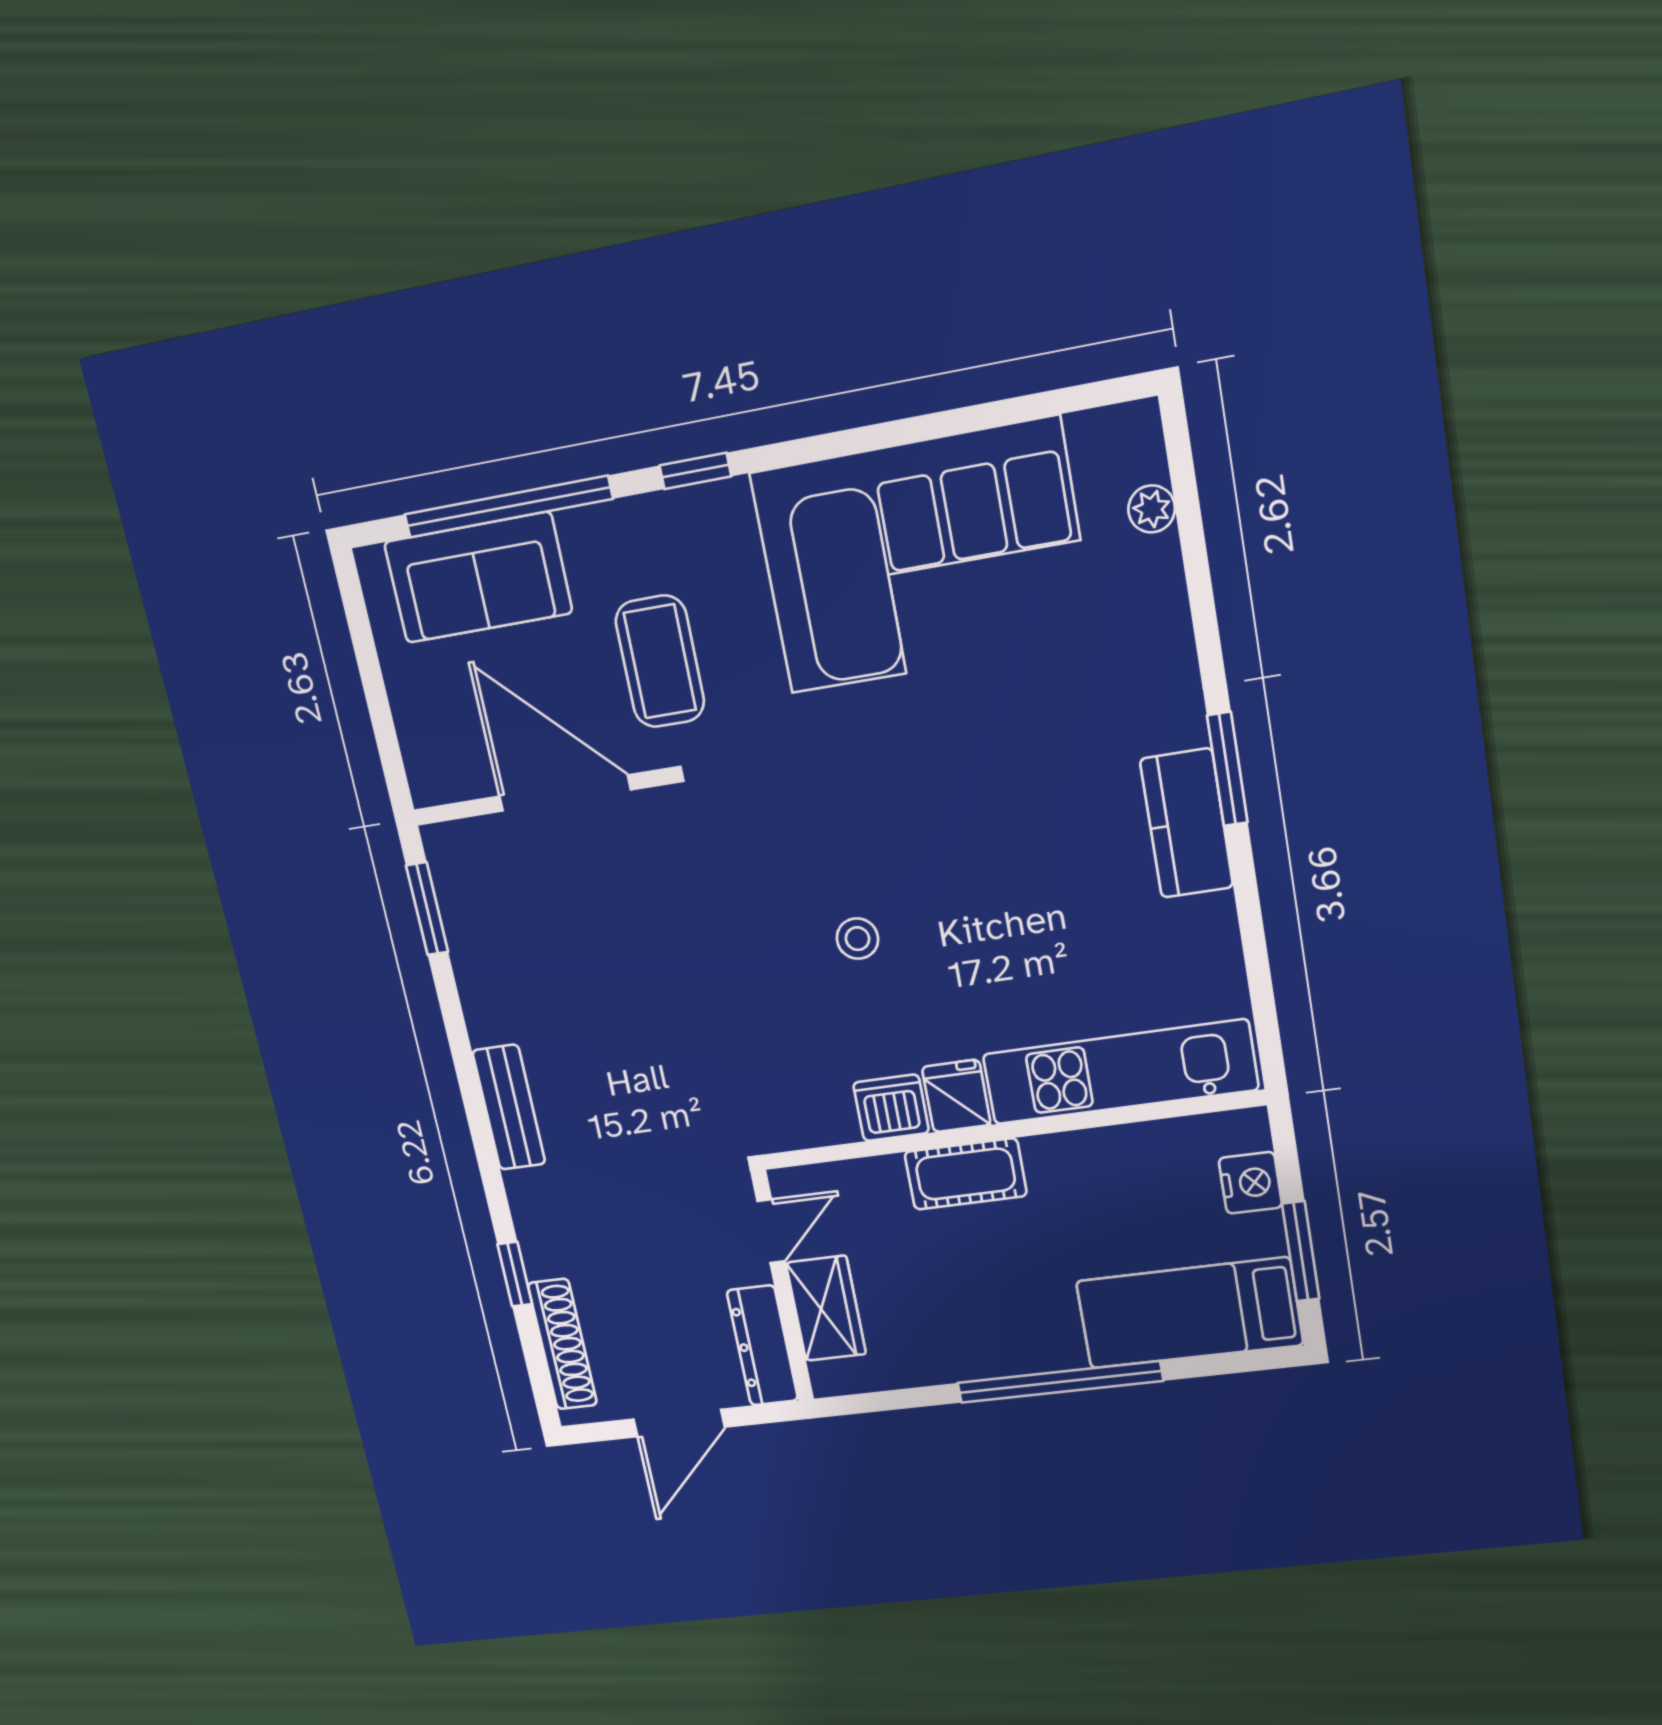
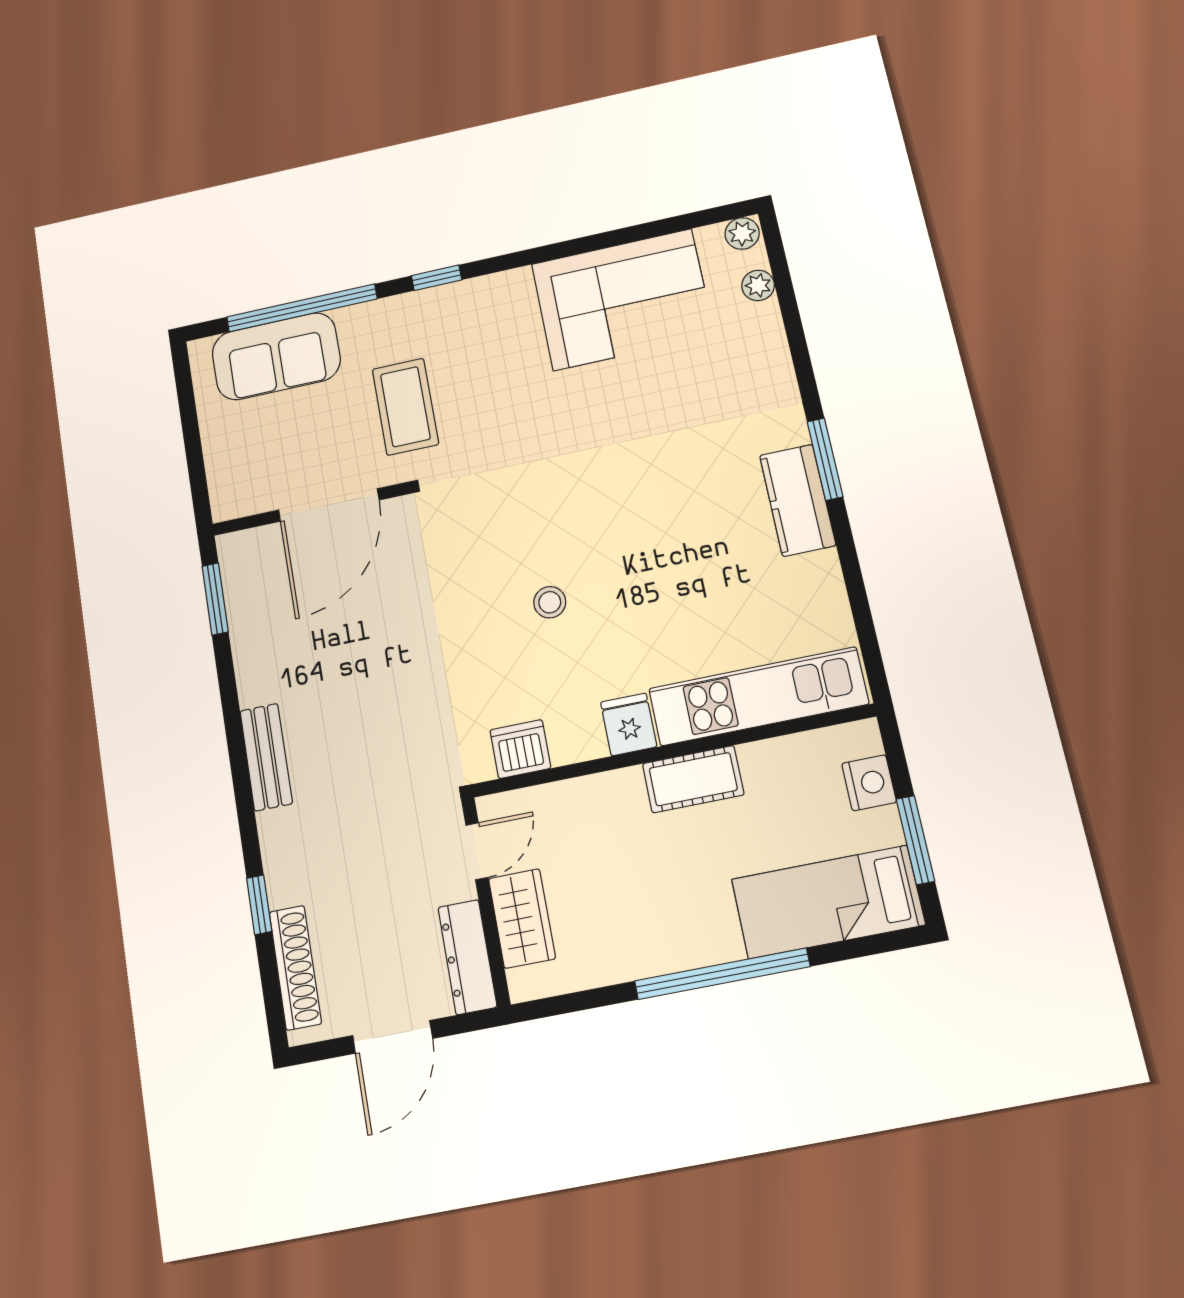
plant: (1133, 426) -> (742, 233), added
corner sofa: (923, 557) -> (622, 300), width x0.73, depth x0.74
door: (565, 793) -> (329, 505), swing flipped
dishwasher: (891, 1108) -> (520, 749), moved
cot: (966, 1174) -> (693, 779), moved

